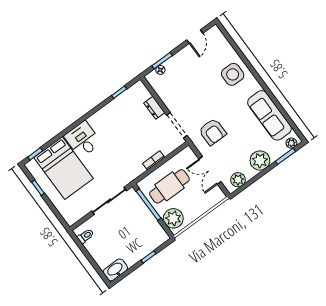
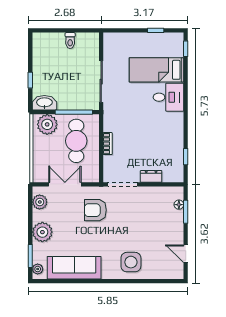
bed: (63, 168) -> (156, 70), width x0.67
toilet: (86, 236) -> (70, 41), moved
washbasin: (115, 270) -> (44, 103), moved, turned -90

